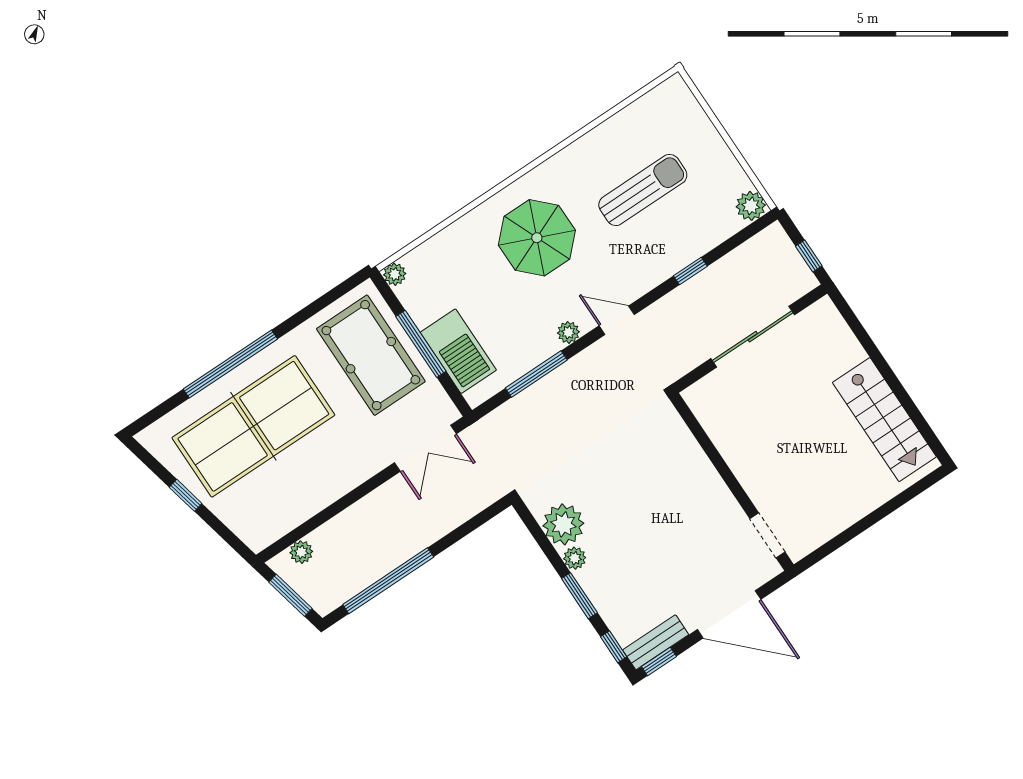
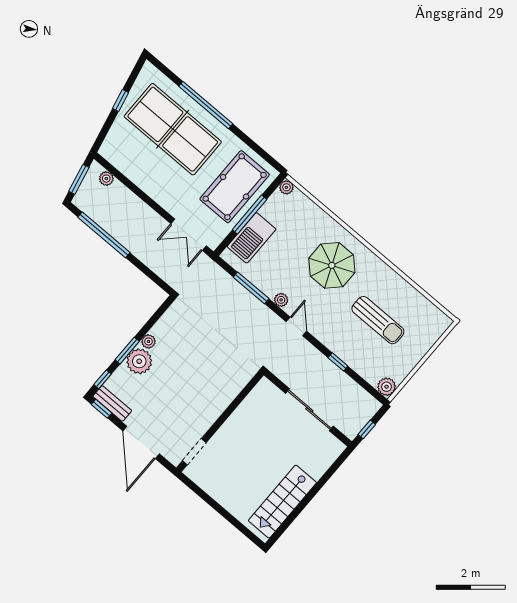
plant: (563, 524) -> (139, 361), moved

